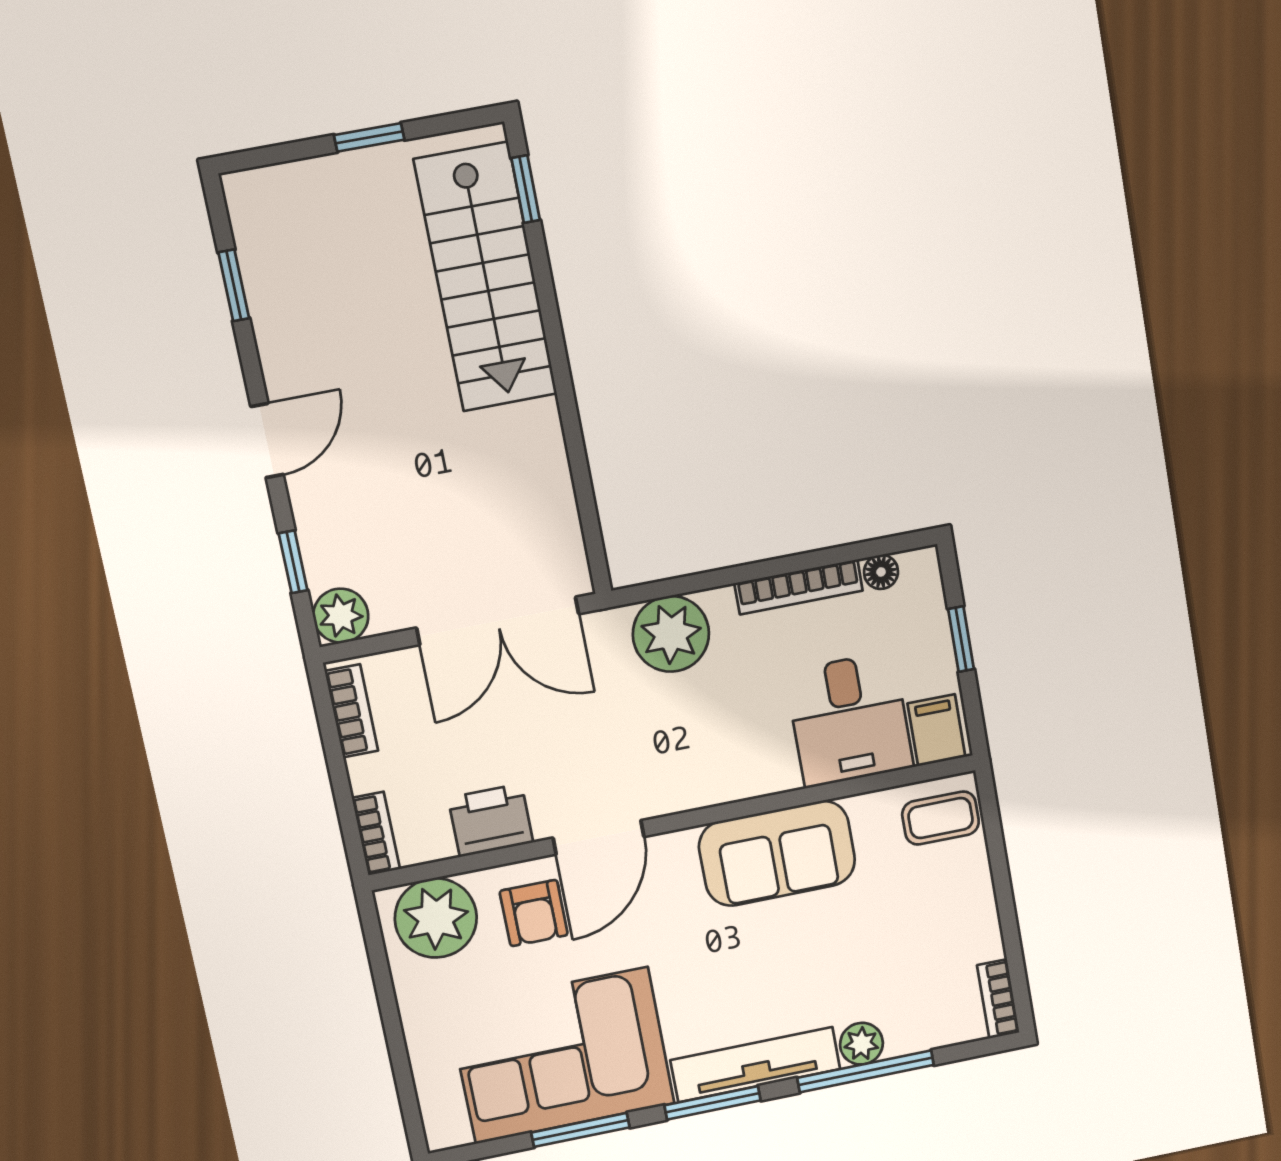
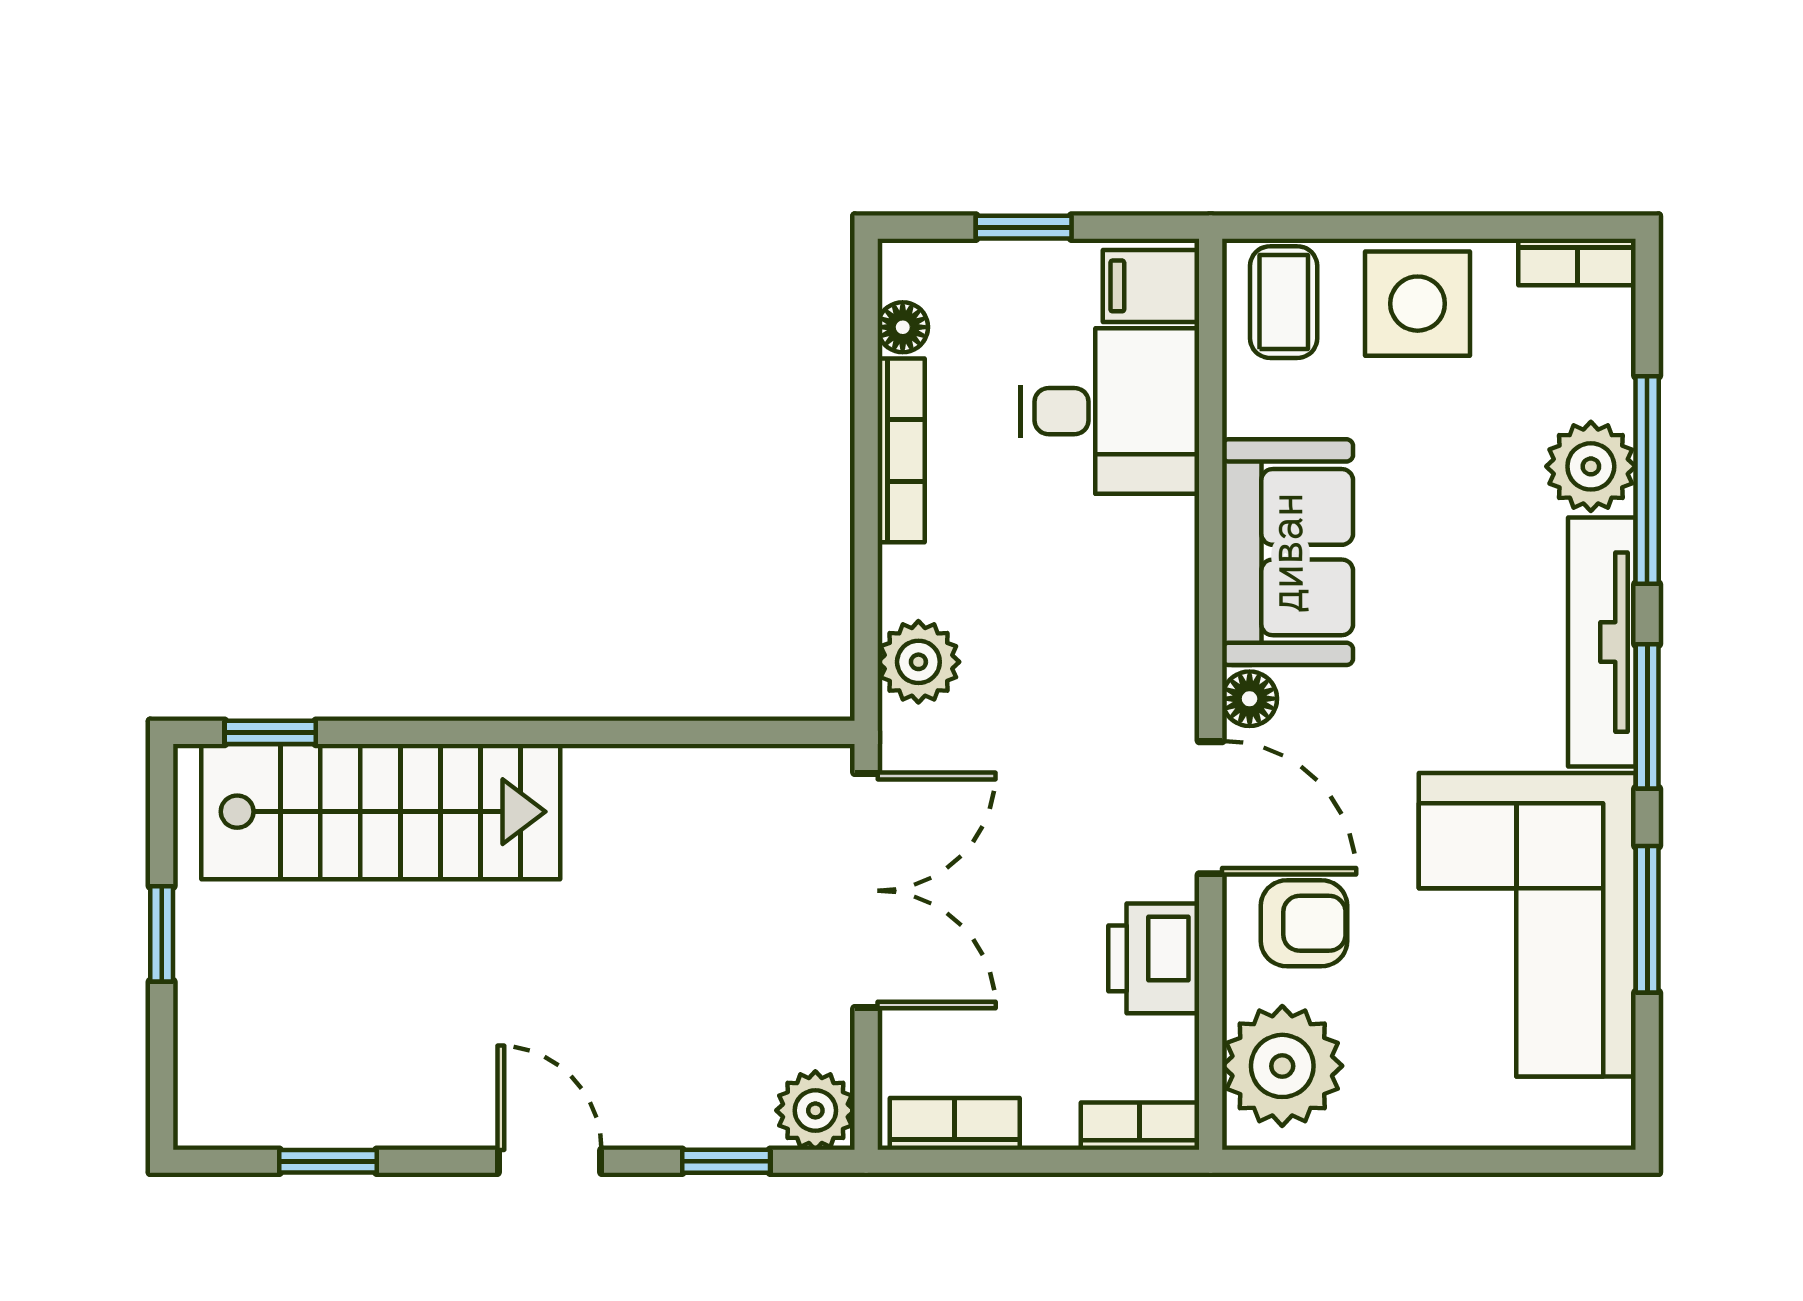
plant: (671, 634) -> (918, 662), width x0.73, depth x0.73
floor lamp: (676, 848) -> (1250, 699), added
side table: (954, 904) -> (1418, 304), added
plant: (861, 1044) -> (1591, 466), width x1.38, depth x1.38

